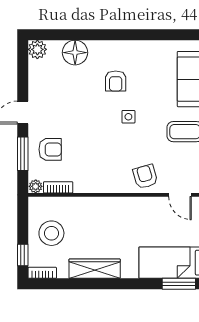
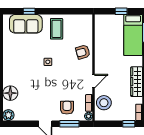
armchair: (116, 81) -> (27, 69), removed
door: (180, 195) -> (94, 81), moved
stool: (51, 233) -> (104, 103), moved

